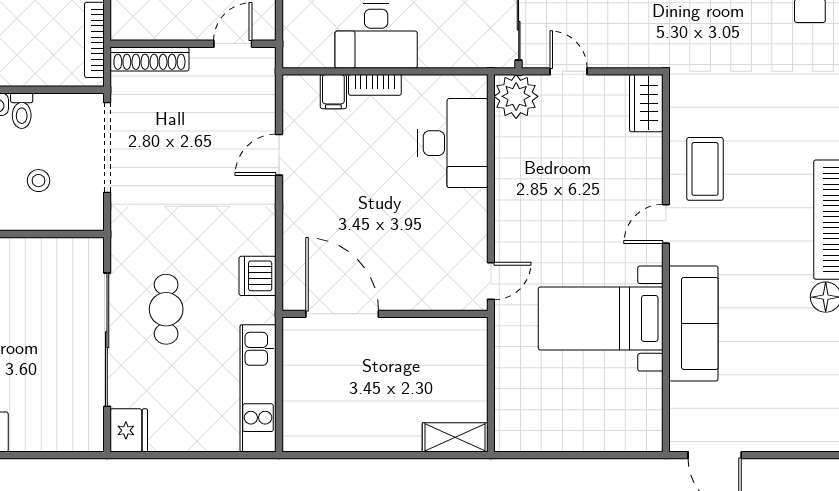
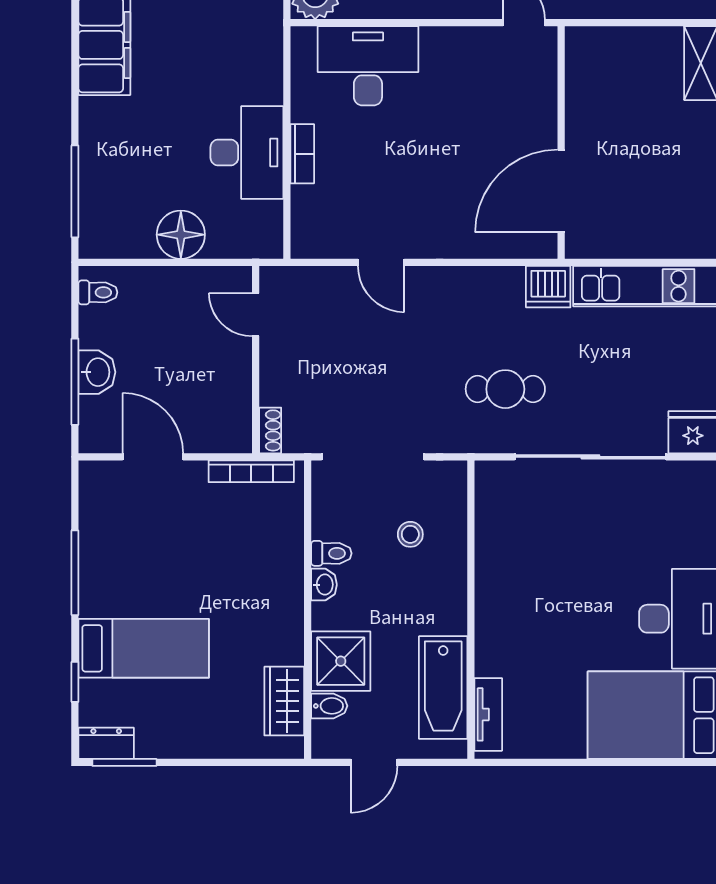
shoe rack: (149, 59) -> (270, 430), width x0.51, depth x0.81
filing cabinet: (333, 92) -> (310, 201), removed
dishwasher: (258, 276) -> (548, 287), moved
cafe table: (166, 309) -> (505, 389), moved

